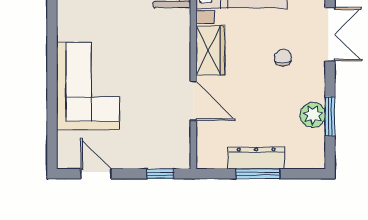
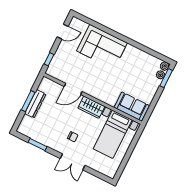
plant: (313, 115) -> (42, 137), removed

